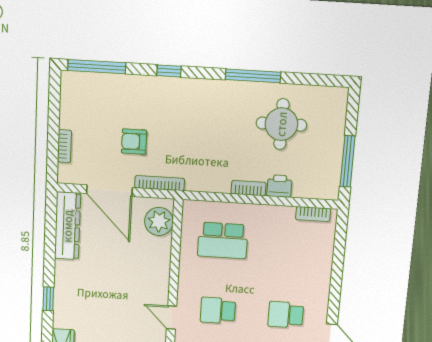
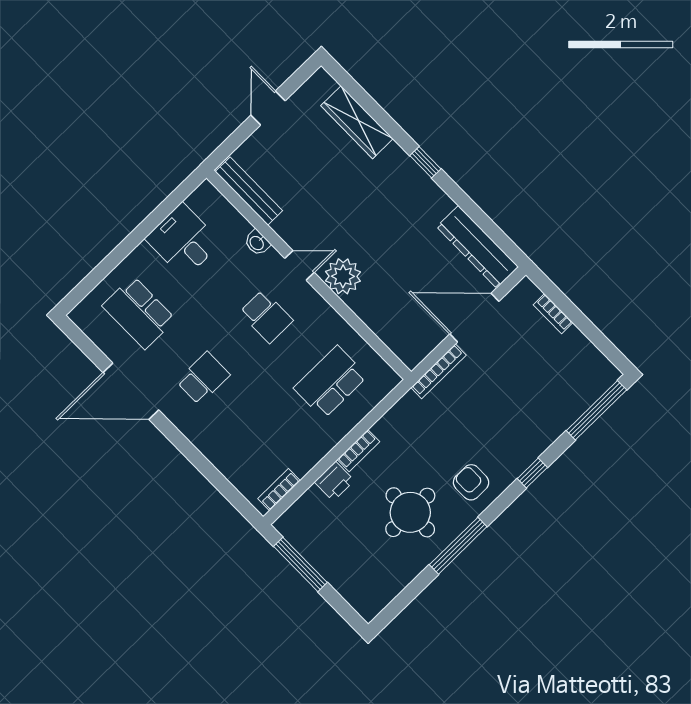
round table: (281, 124) -> (410, 512), moved
armchair: (134, 142) -> (471, 482), moved, turned -90
plant: (159, 221) -> (343, 276), moved
school desk: (218, 310) -> (266, 316), turned 90

